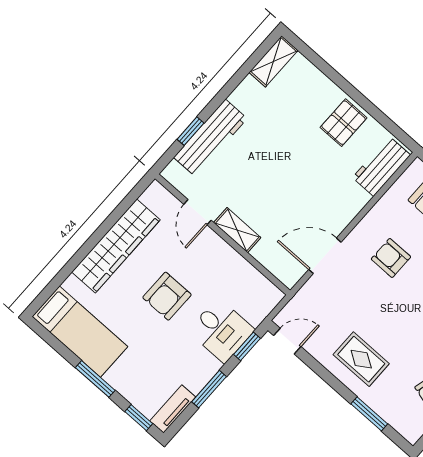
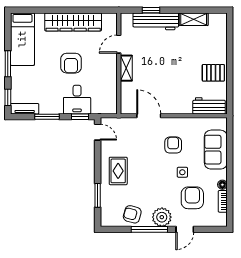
shelving: (274, 61) -> (194, 19), moved
armchair: (167, 296) -> (71, 63), turned -90

